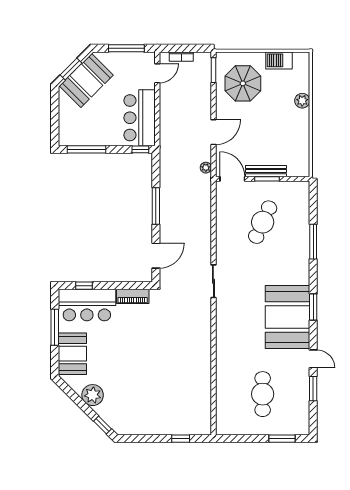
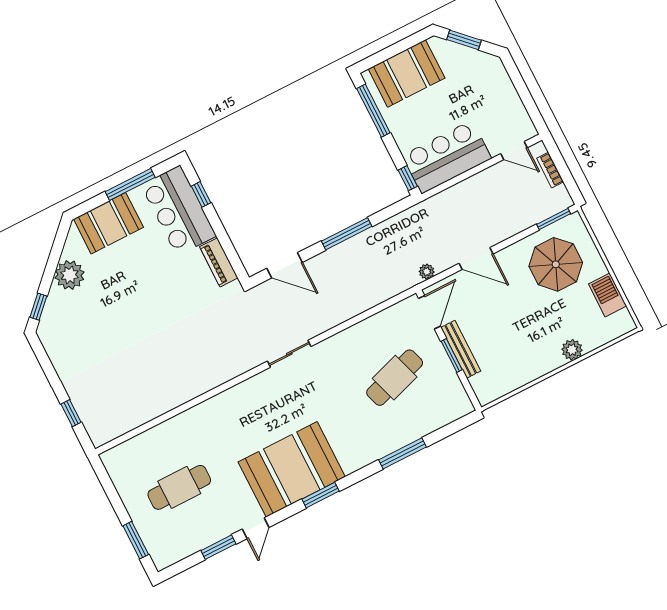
window: (126, 48) -> (525, 96), removed
booth: (86, 80) -> (407, 73), moved, turned -45
cafe table: (263, 222) -> (395, 378), turned -42

